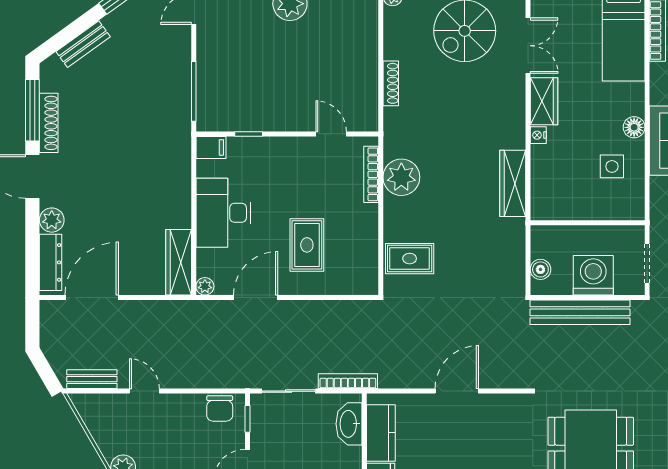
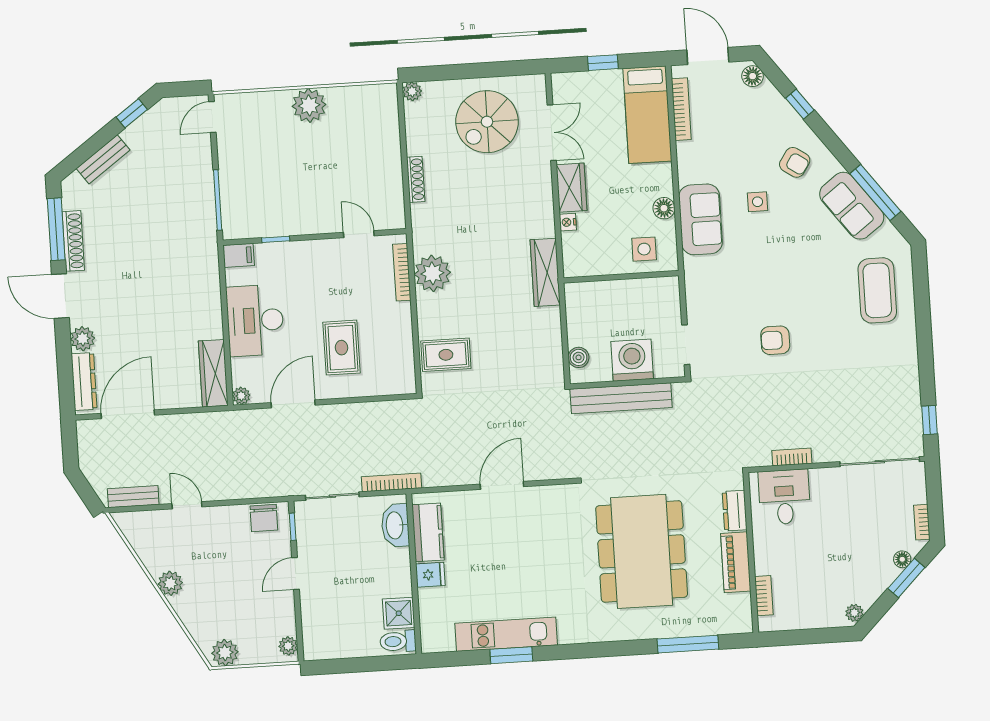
wall: (588, 223) -> (621, 277), moved

